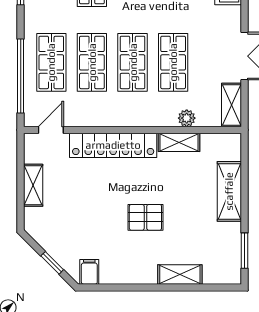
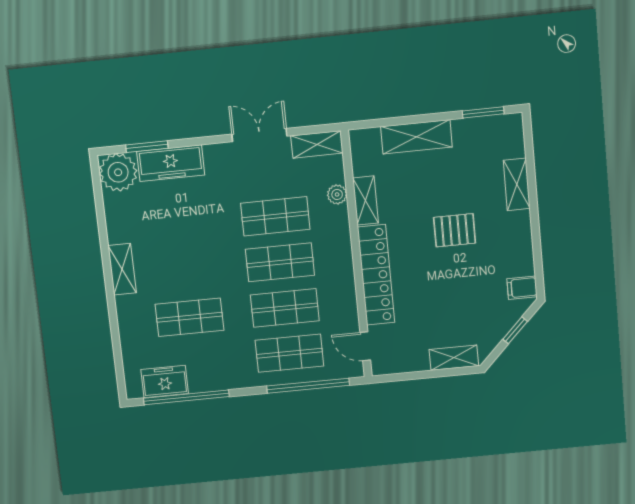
shelving: (33, 185) -> (454, 358), moved
pallet: (145, 217) -> (455, 230), turned 90

